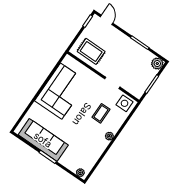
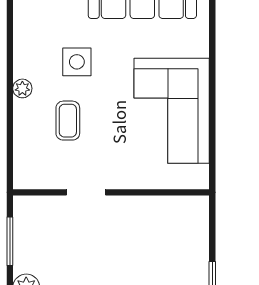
rug: (91, 51) -> (166, 224), removed
side table: (125, 103) -> (77, 62), moved

